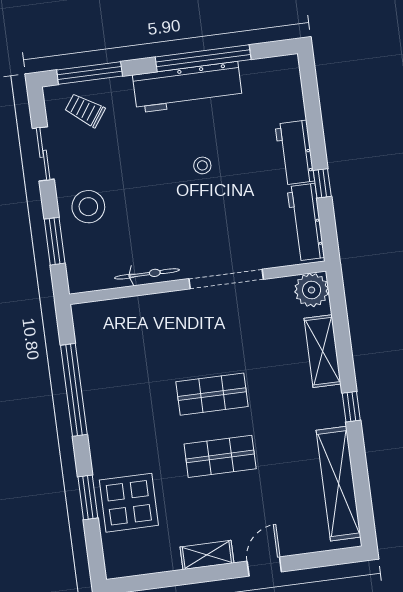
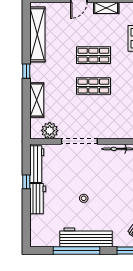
plant: (312, 290) -> (50, 131), moved

